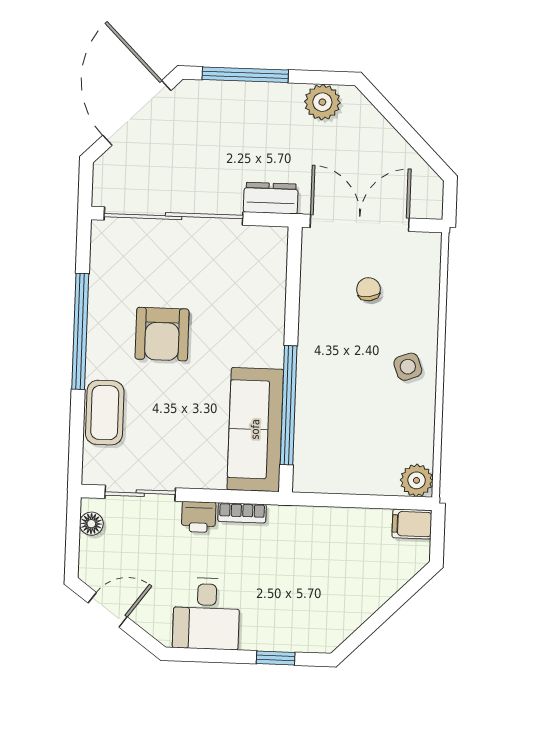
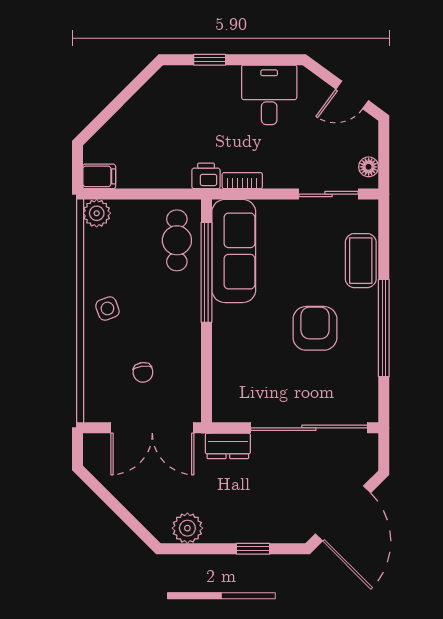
window: (245, 75) -> (253, 549), width x0.46
cafe table: (322, 445) -> (177, 240), added
printer: (199, 517) -> (206, 176), moved

